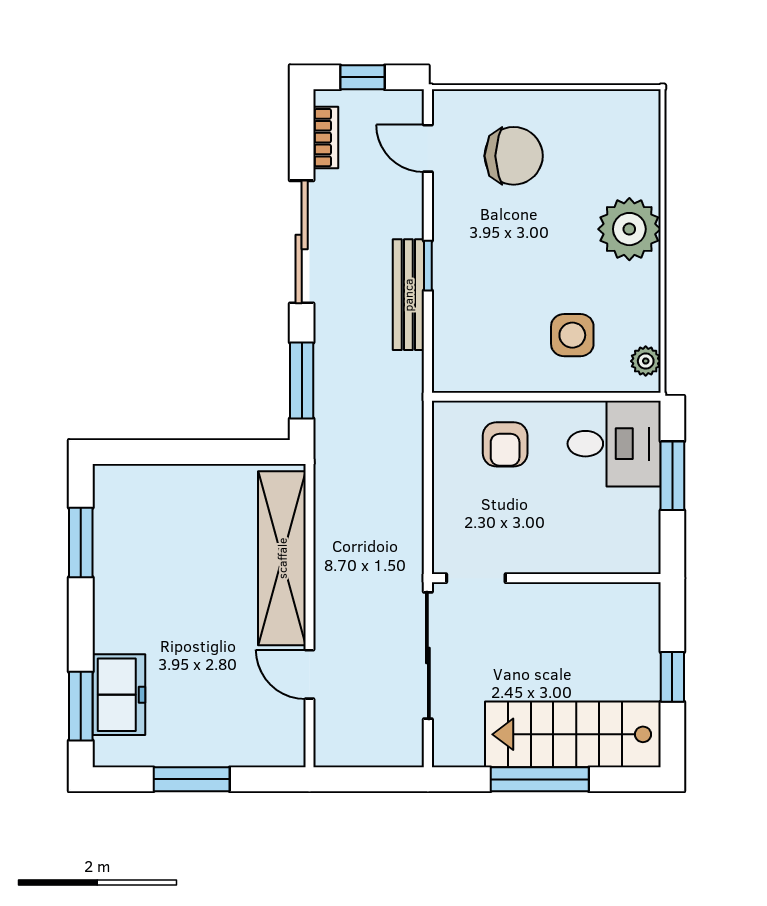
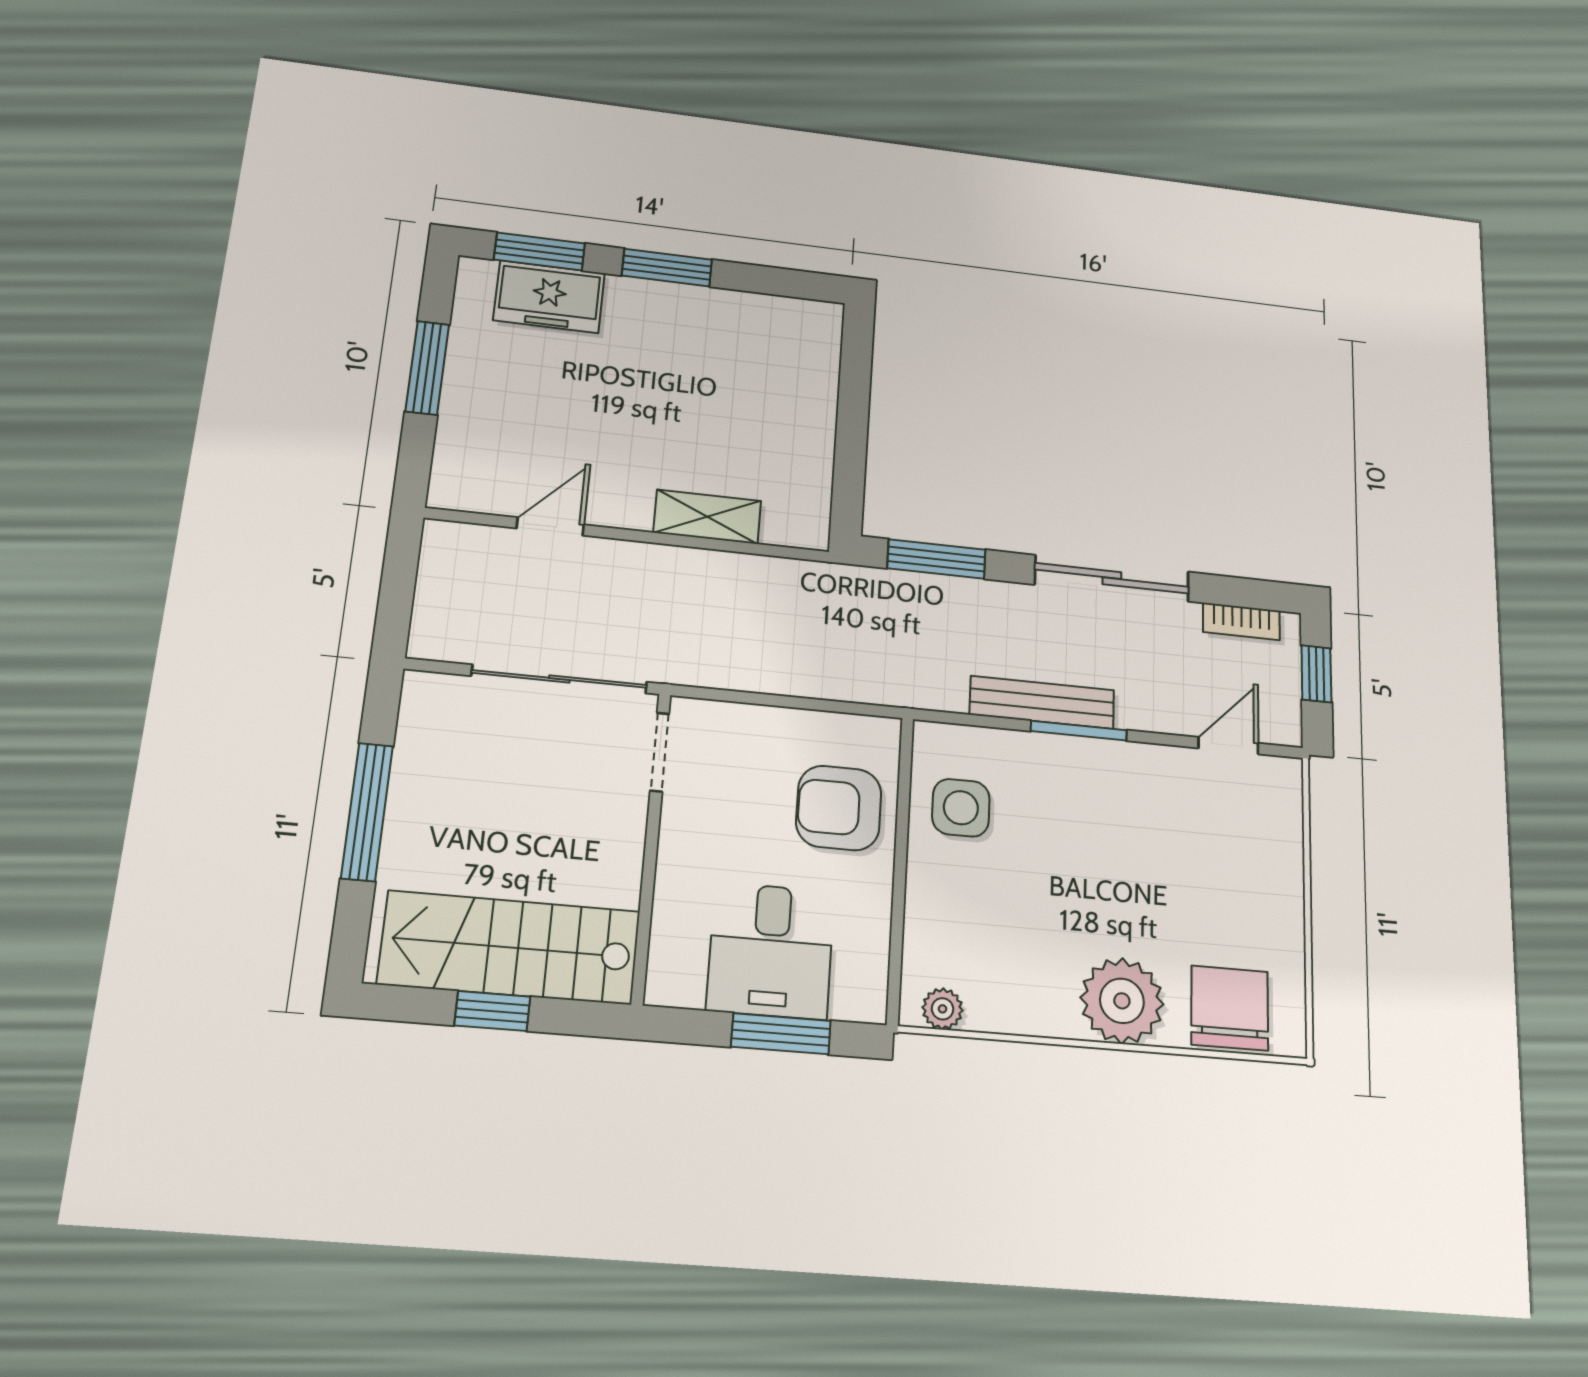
chair: (514, 156) -> (1230, 1008), moved, turned 180
window: (428, 266) -> (1079, 731), width x1.50
side table: (572, 335) -> (961, 808), moved
armchair: (505, 444) -> (839, 808), width x1.38, depth x1.38
desk: (614, 444) -> (771, 951), moved
window: (81, 543) -> (667, 268), moved
shelving: (282, 558) -> (707, 517), width x0.45, depth x0.75
stairs: (573, 734) -> (510, 948), moved, turned -90

